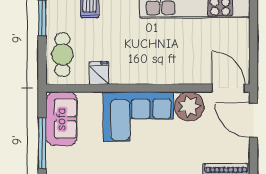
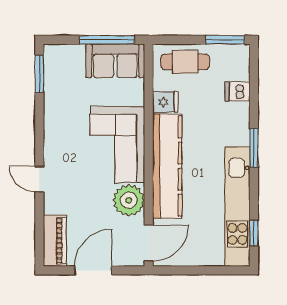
kitchen counter: (158, 71) -> (167, 166), added
door: (253, 120) -> (93, 270), moved
window: (42, 143) -> (107, 40), moved

